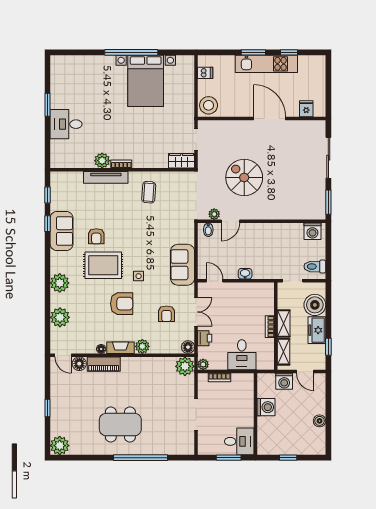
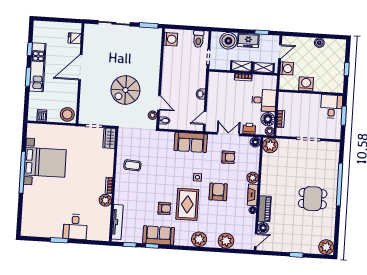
tv unit: (106, 177) -> (117, 222), moved
floor lamp: (218, 361) -> (268, 119), added
dining table: (120, 425) -> (313, 199), width x0.73

